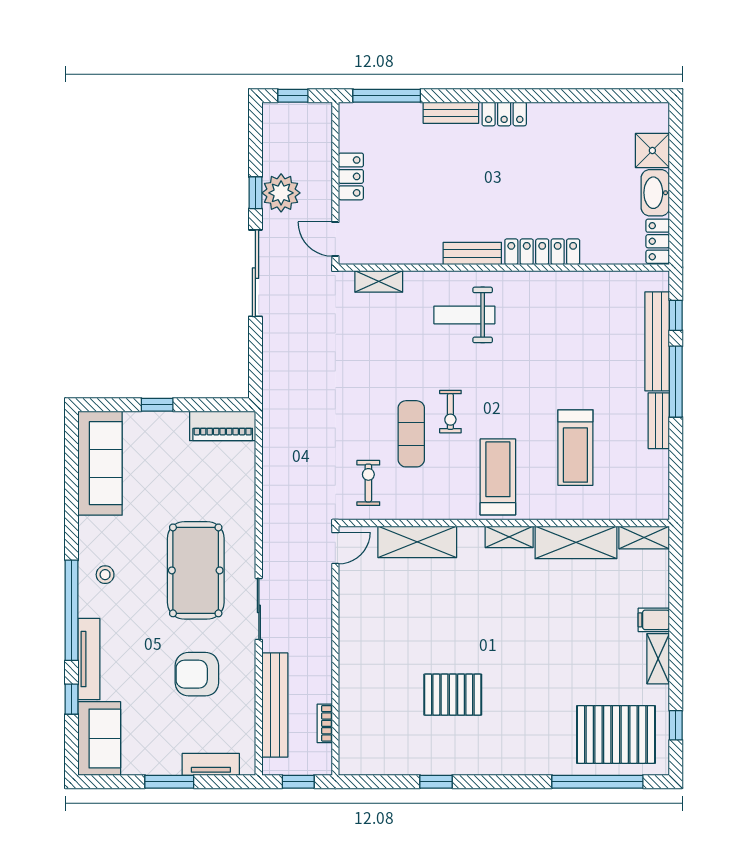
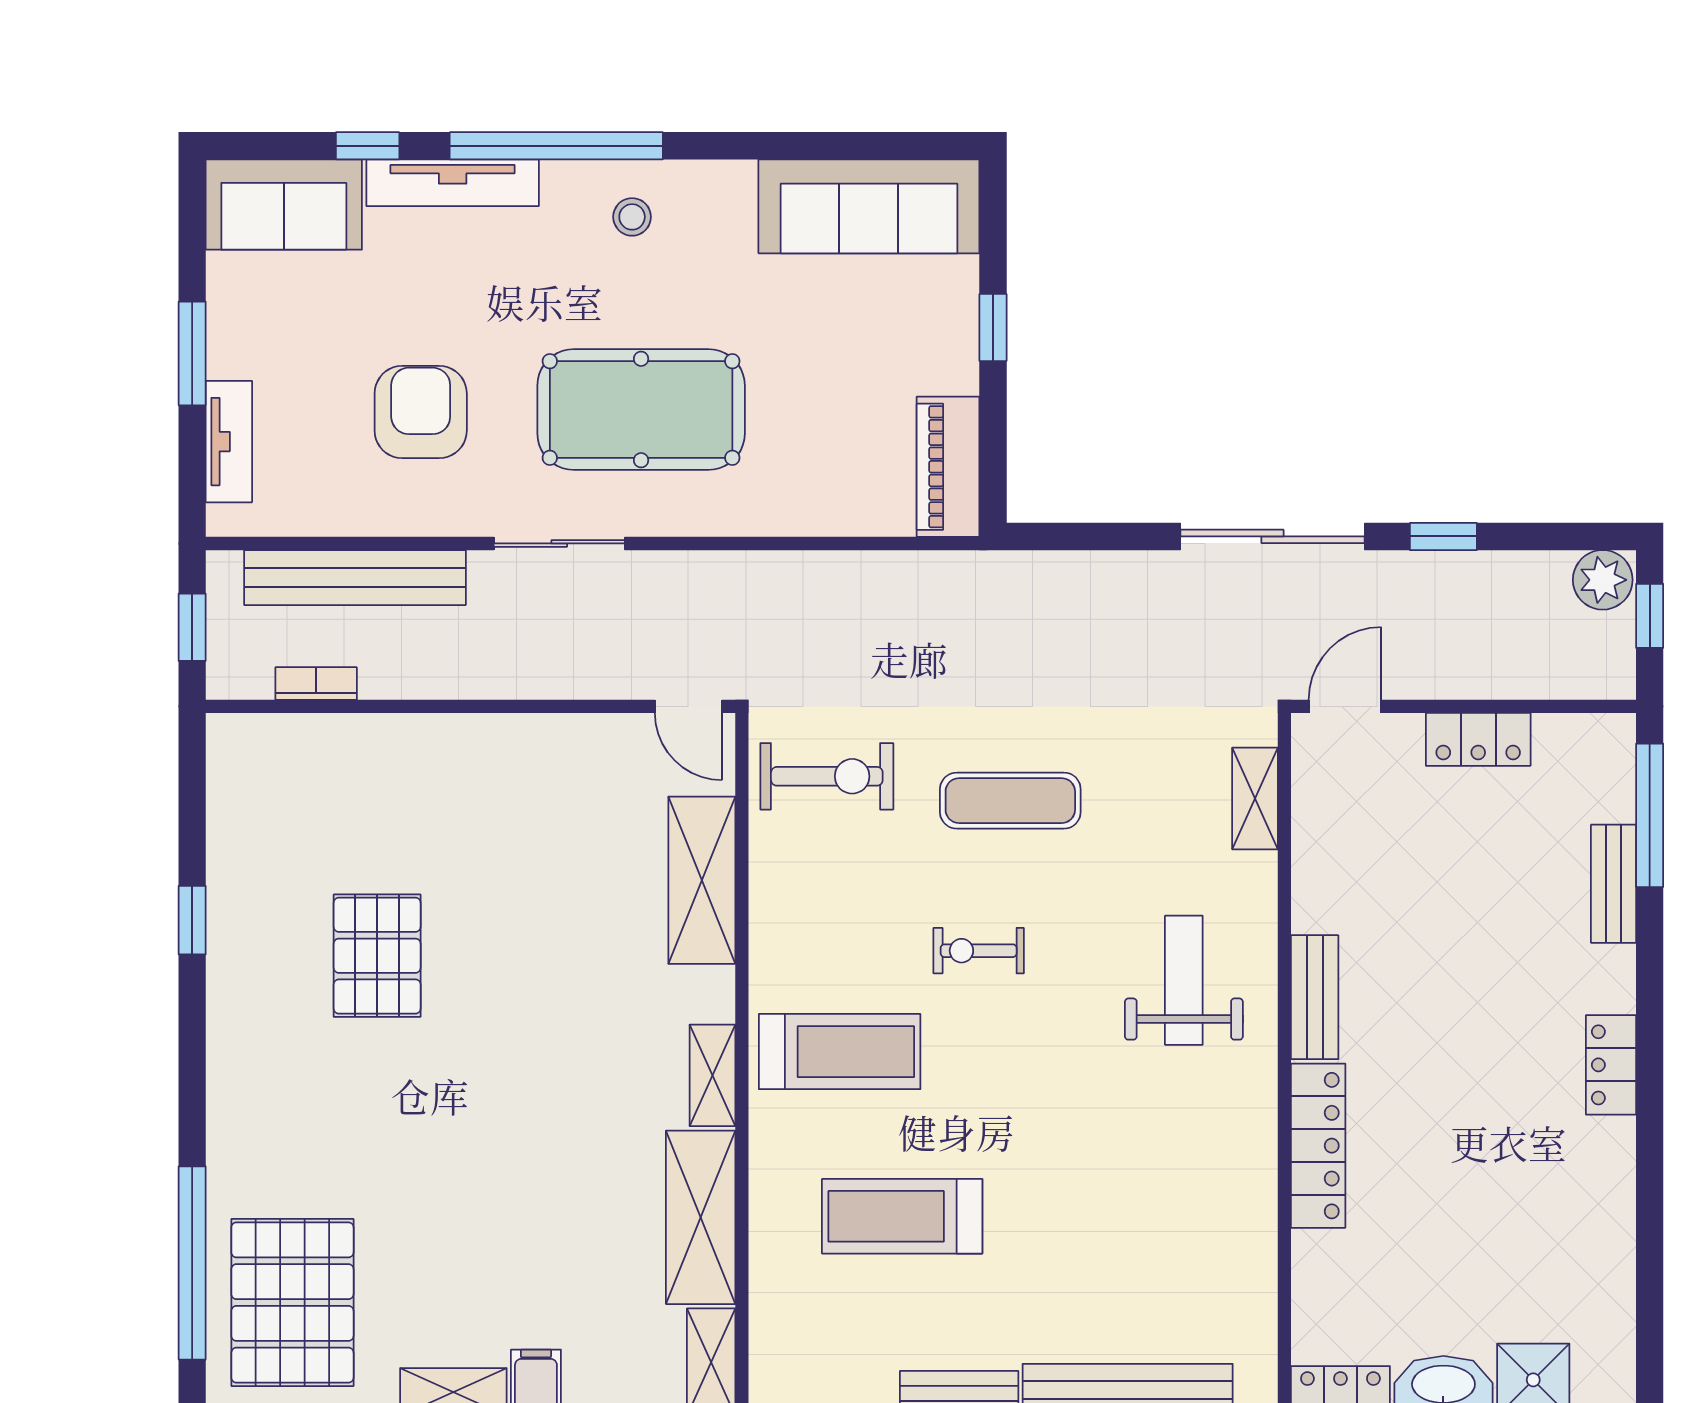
bench: (451, 113) -> (1614, 884), moved
plant: (281, 193) -> (1603, 580), moved, width x0.73, depth x0.73
exercise mat: (411, 434) -> (1010, 801), moved
exercise bike: (368, 483) -> (827, 776), width x1.38, depth x1.39

